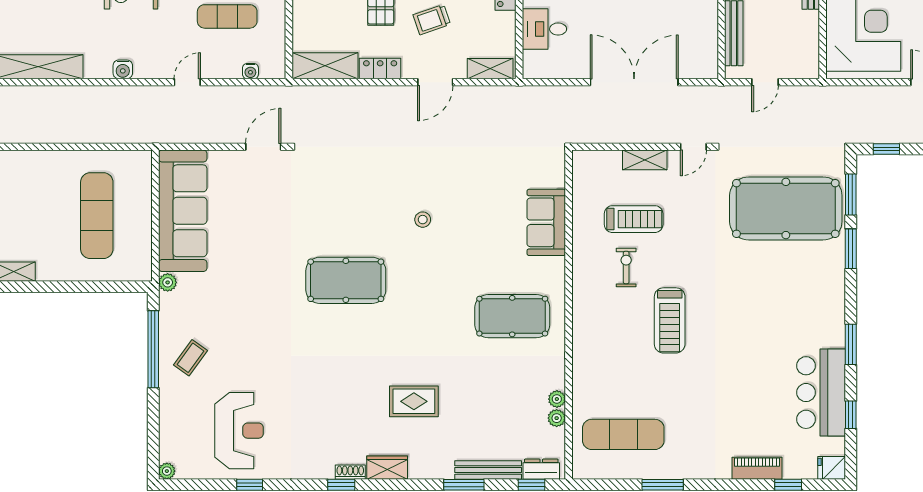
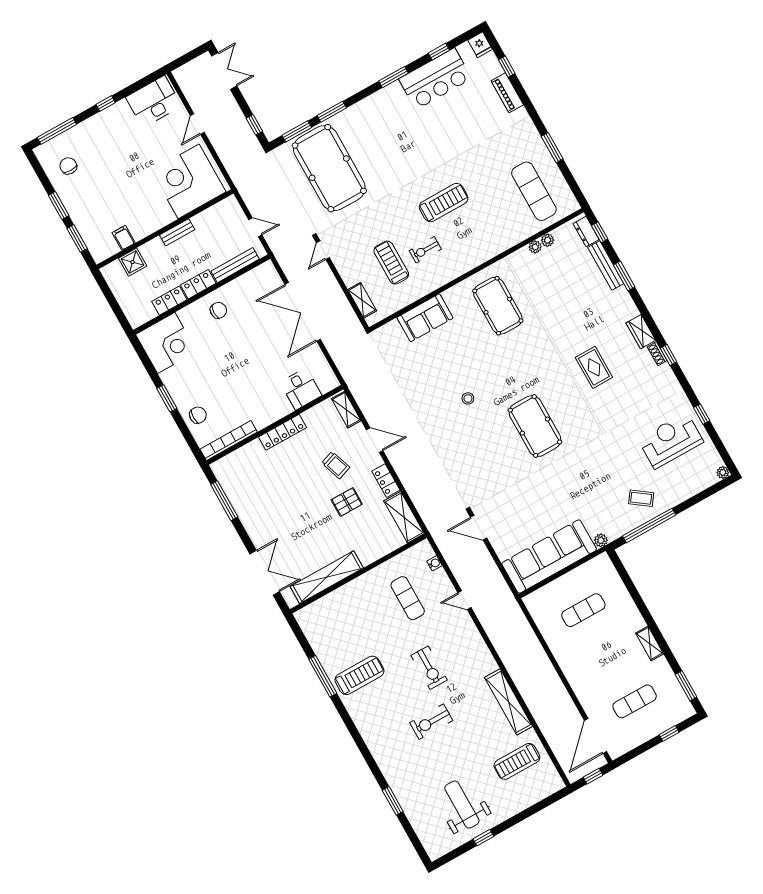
water cooler: (123, 69) -> (480, 646), removed
door: (693, 147) -> (323, 250), swing flipped
shelving: (645, 160) -> (362, 300), moved
exercise mat: (97, 216) -> (583, 610), width x0.73, depth x0.69
rug: (414, 401) -> (594, 367), moved

